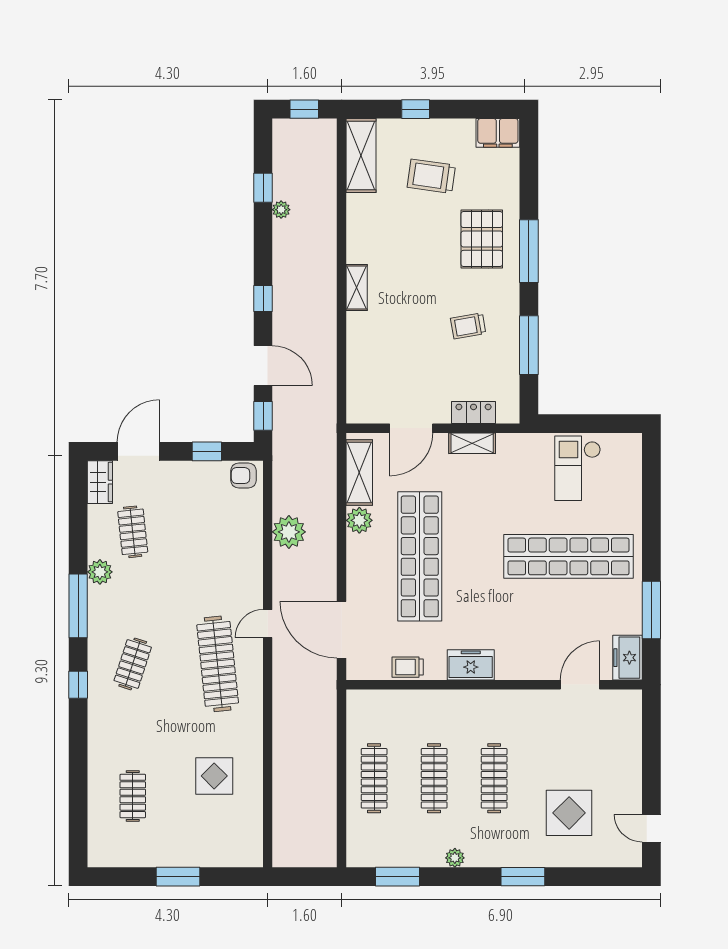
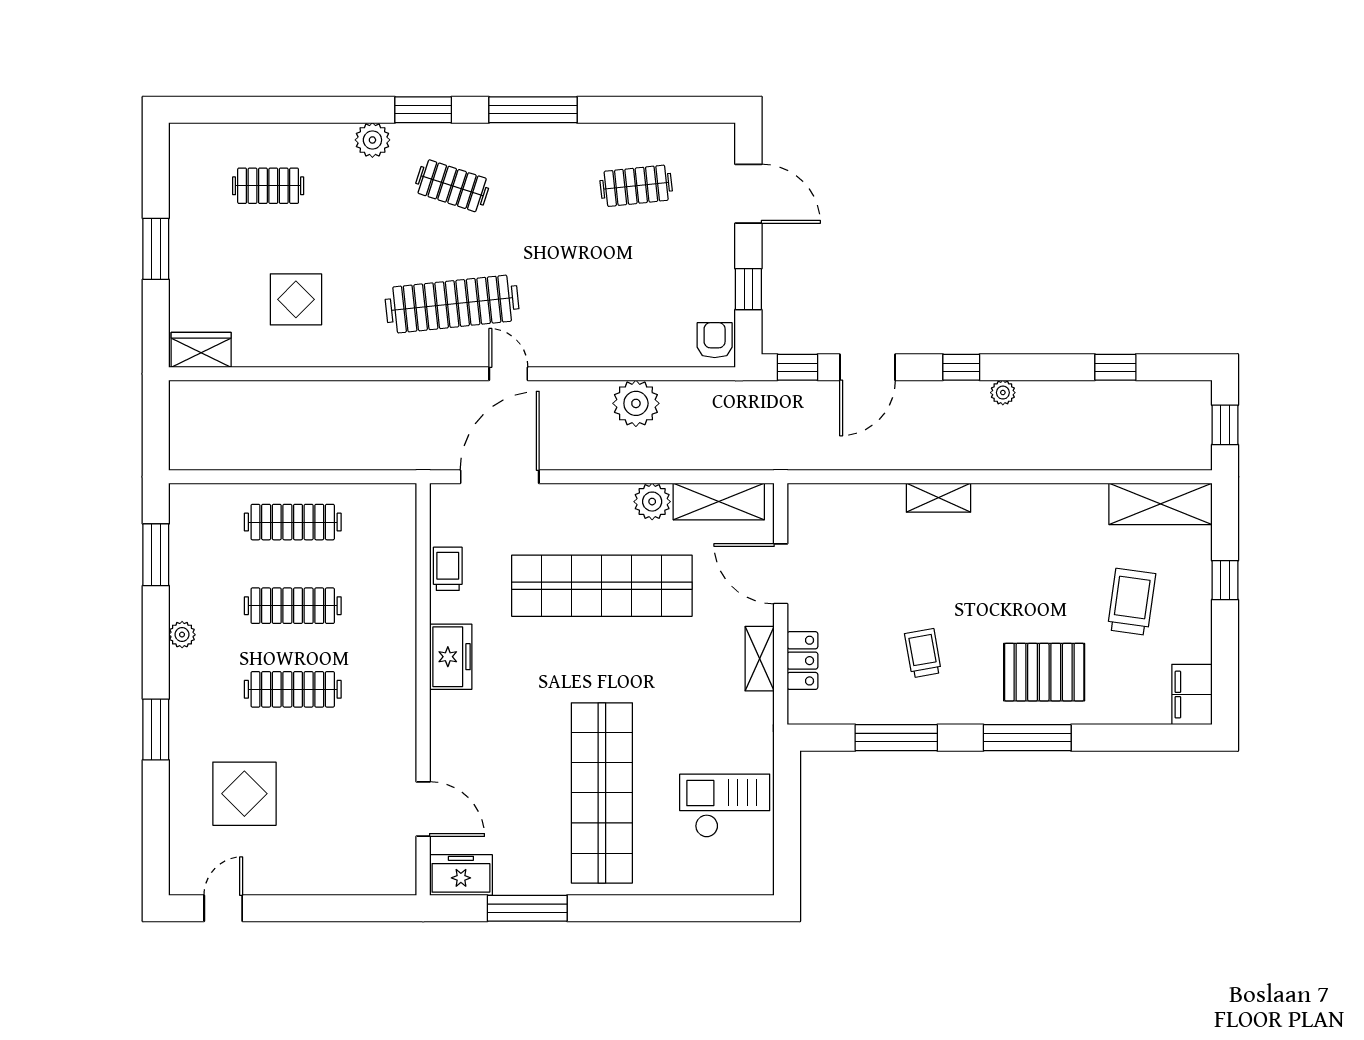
plant: (281, 210) -> (1003, 393), moved
shelving: (357, 288) -> (938, 498), moved
wardrobe: (100, 482) -> (201, 350), moved, turned 180
plant: (100, 572) -> (372, 140), moved
window: (78, 685) -> (423, 110), width x1.50

